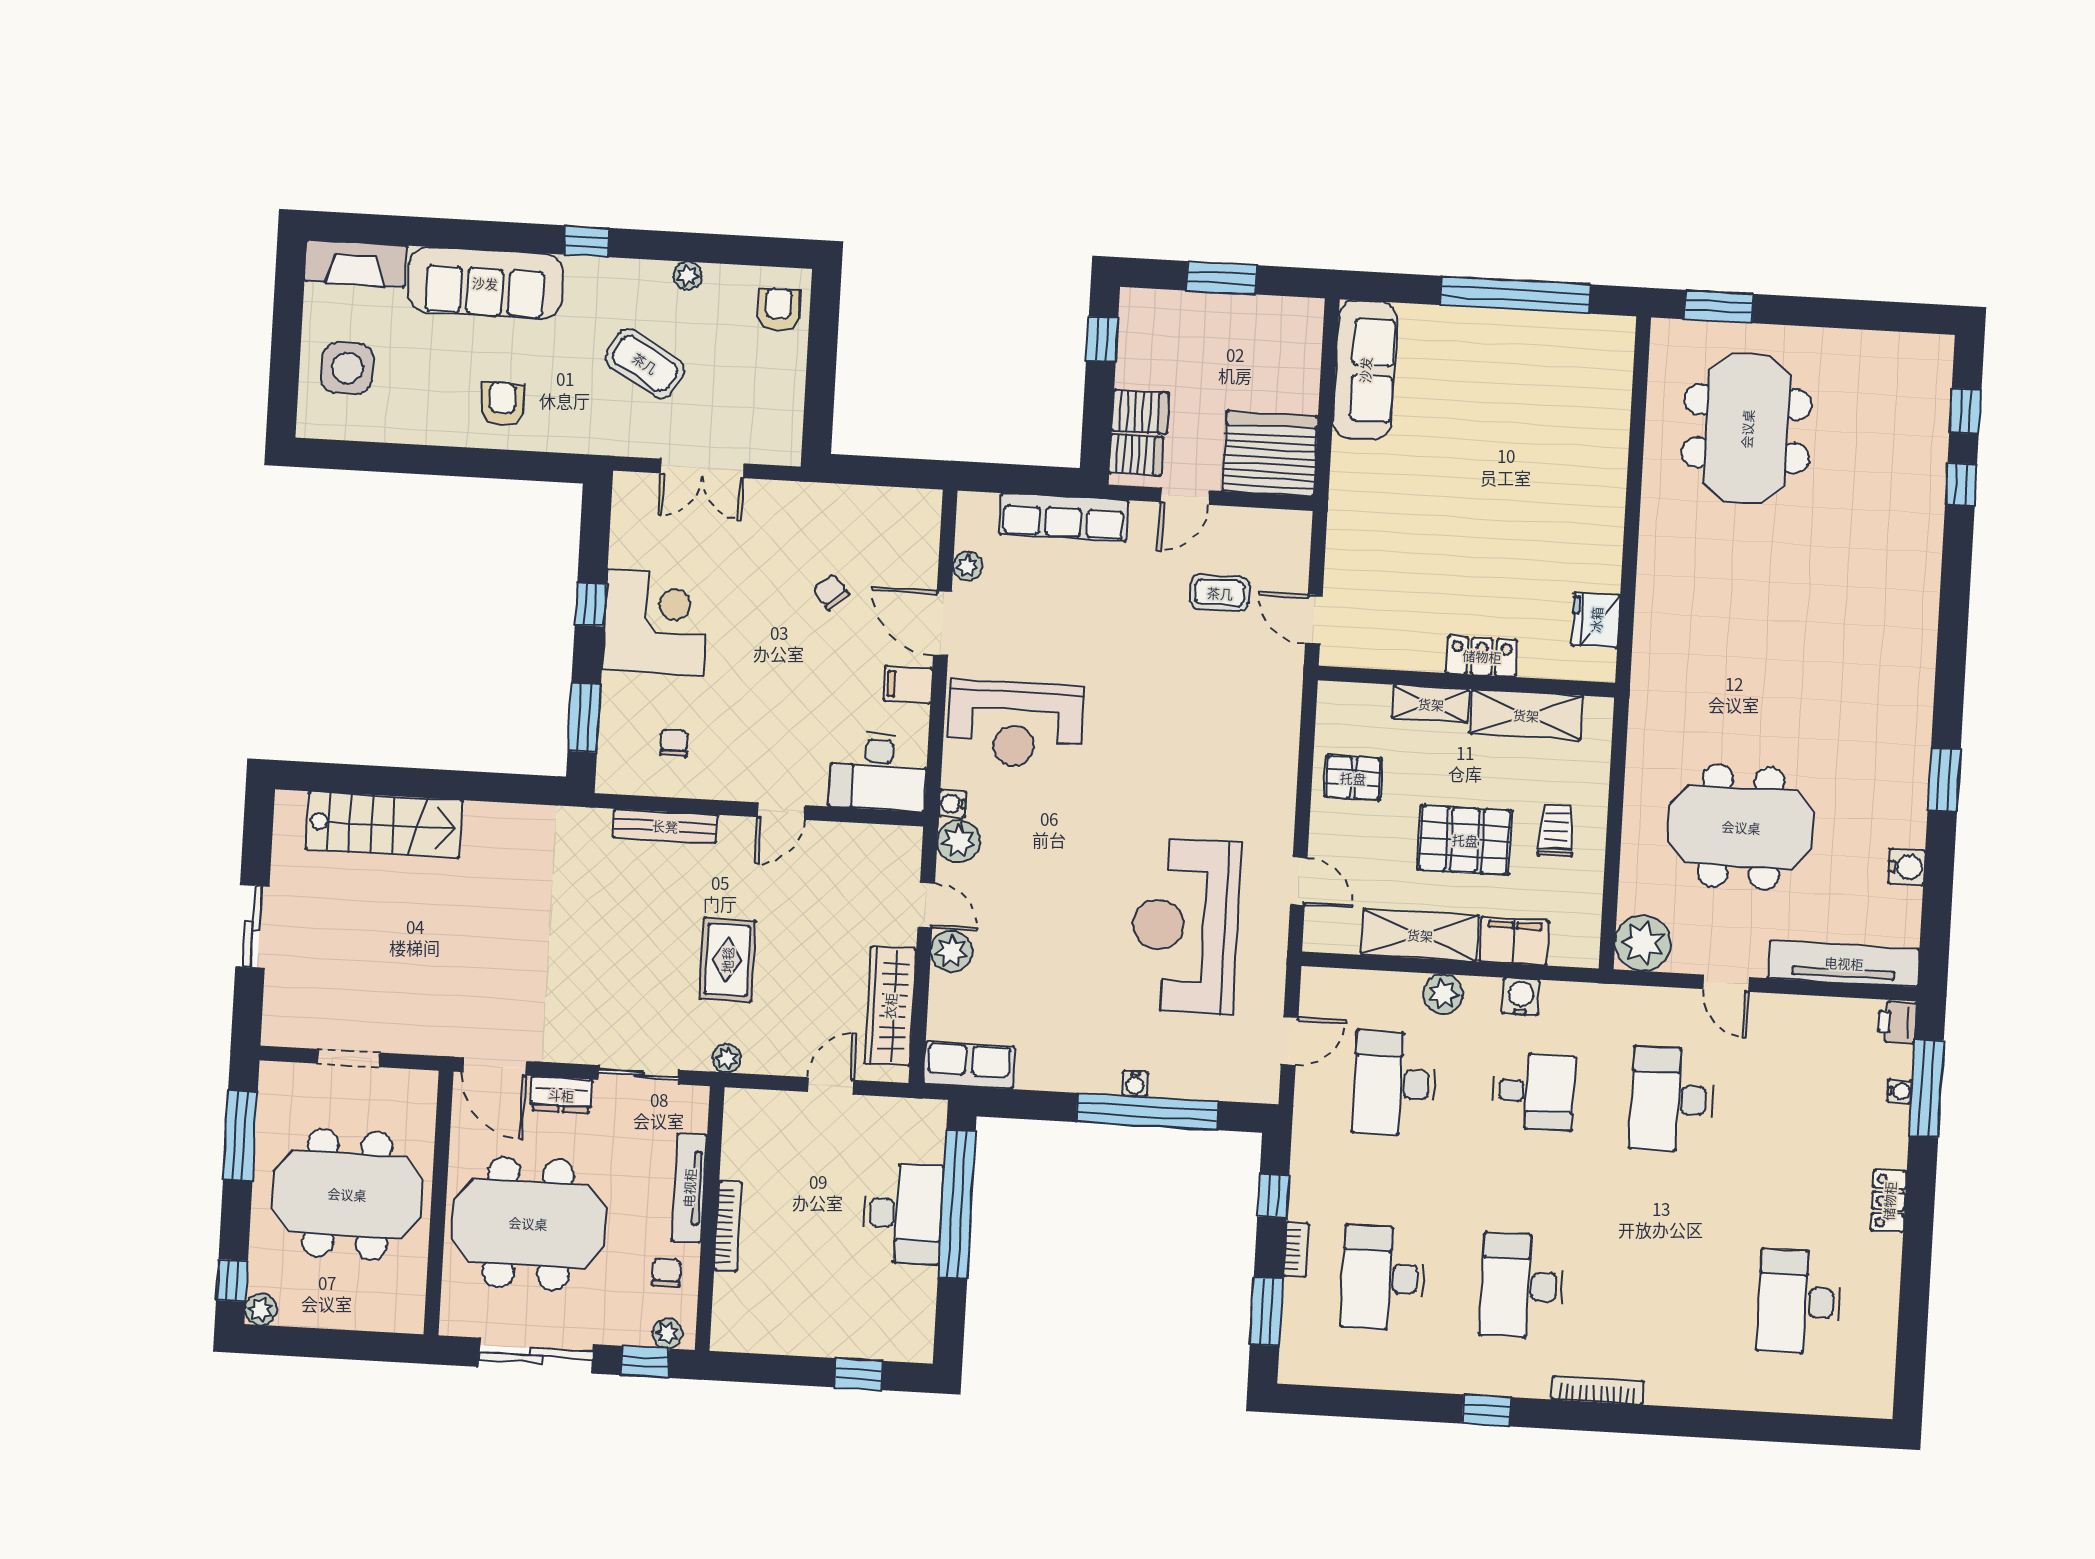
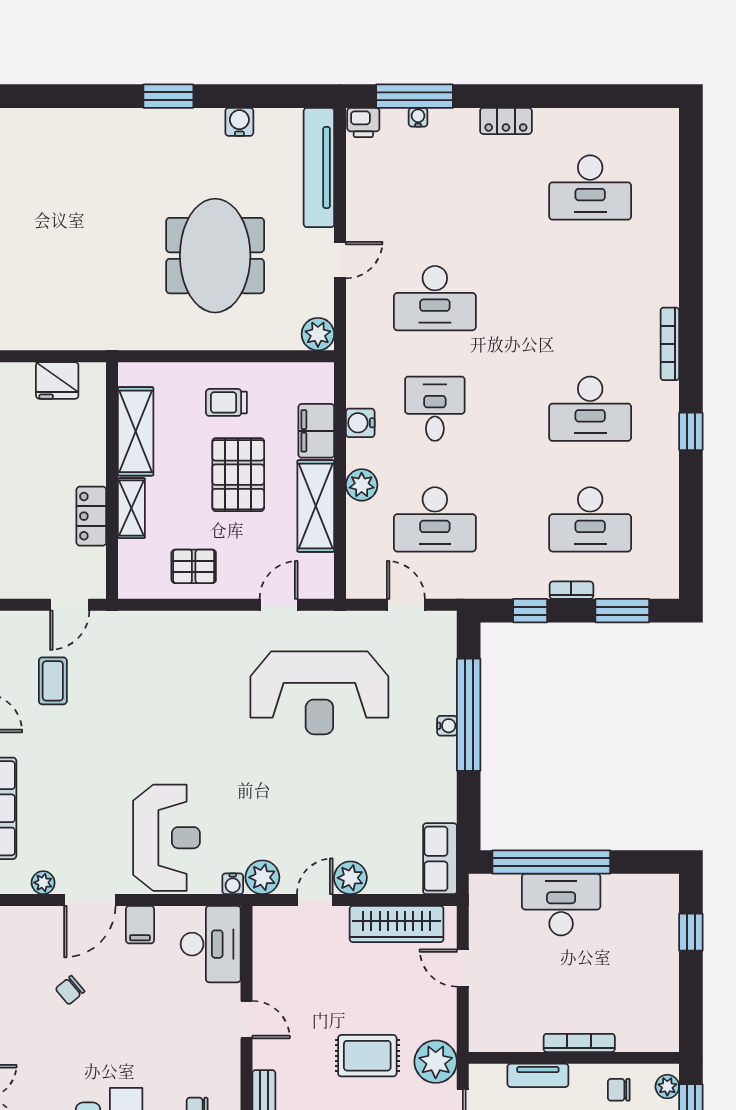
locker: (1482, 656) -> (91, 516), moved
pallet: (1353, 778) -> (194, 566), turned 90
plant: (1643, 943) -> (318, 334), width x0.73, depth x0.73
plant: (727, 1058) -> (436, 1062), width x1.88, depth x1.88
tv unit: (689, 1188) -> (538, 1075), width x0.71

